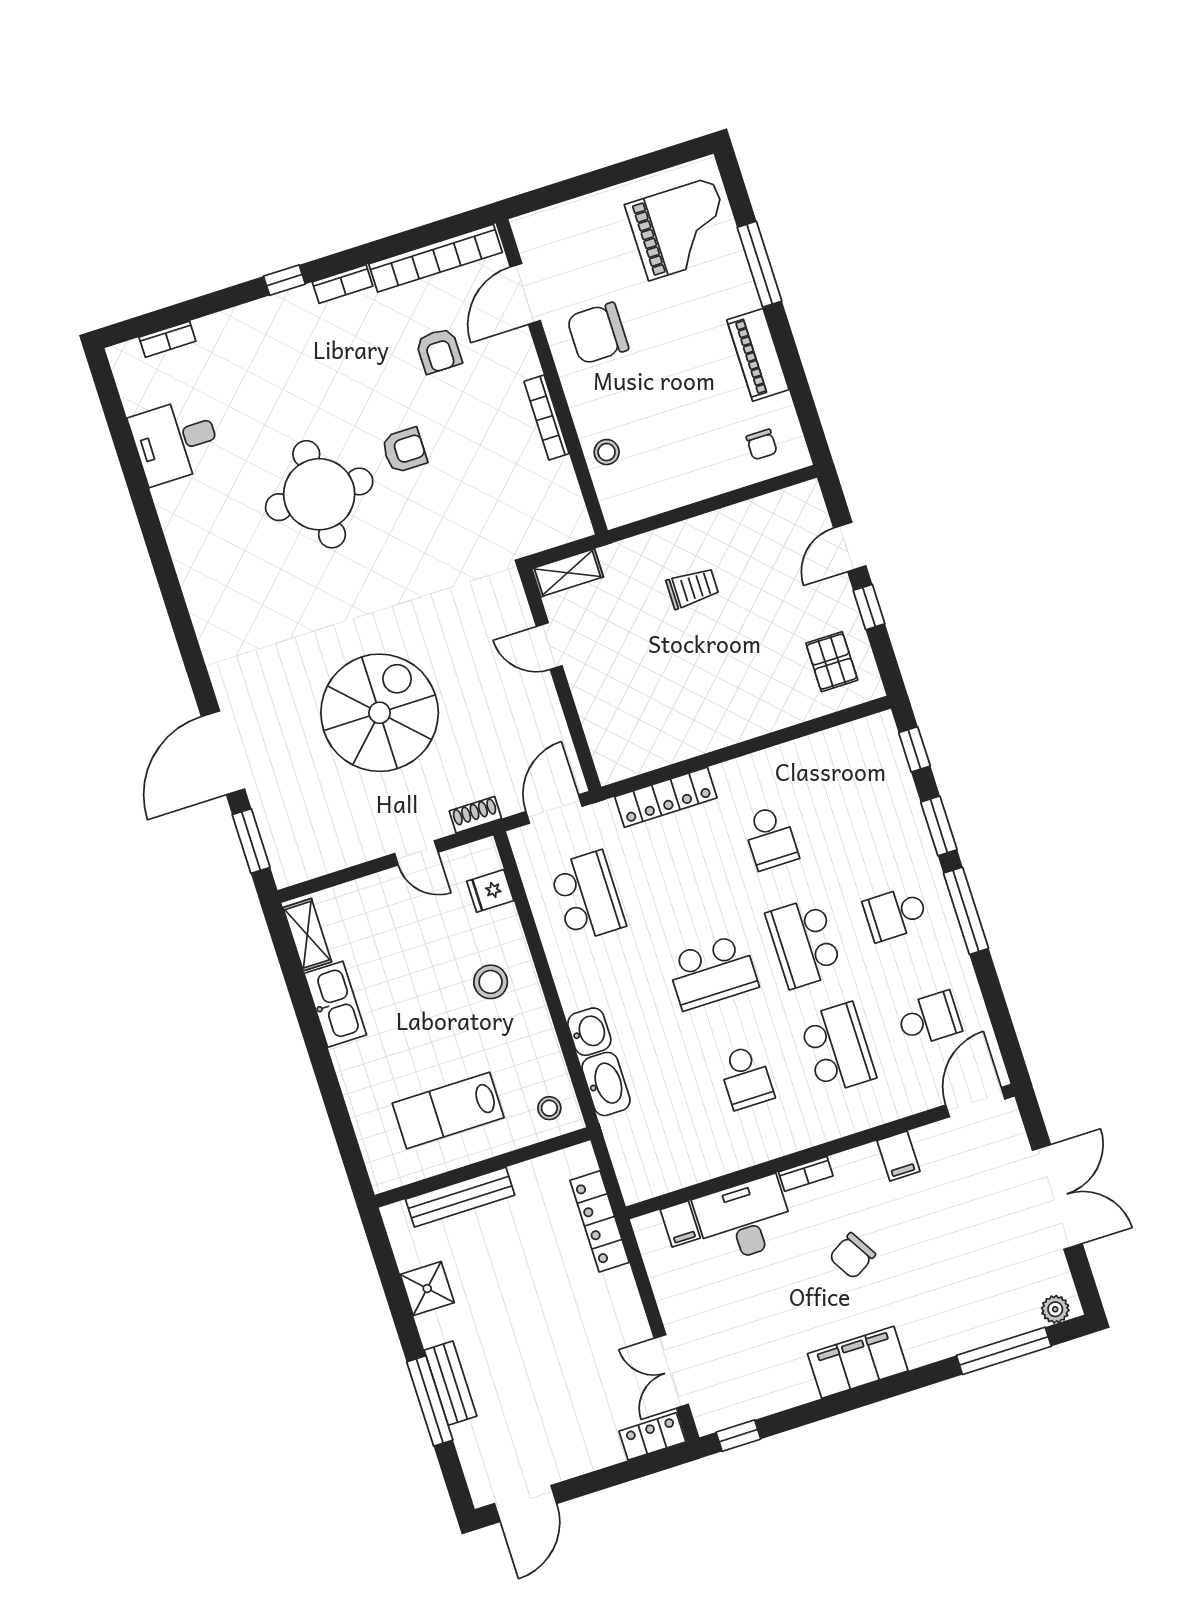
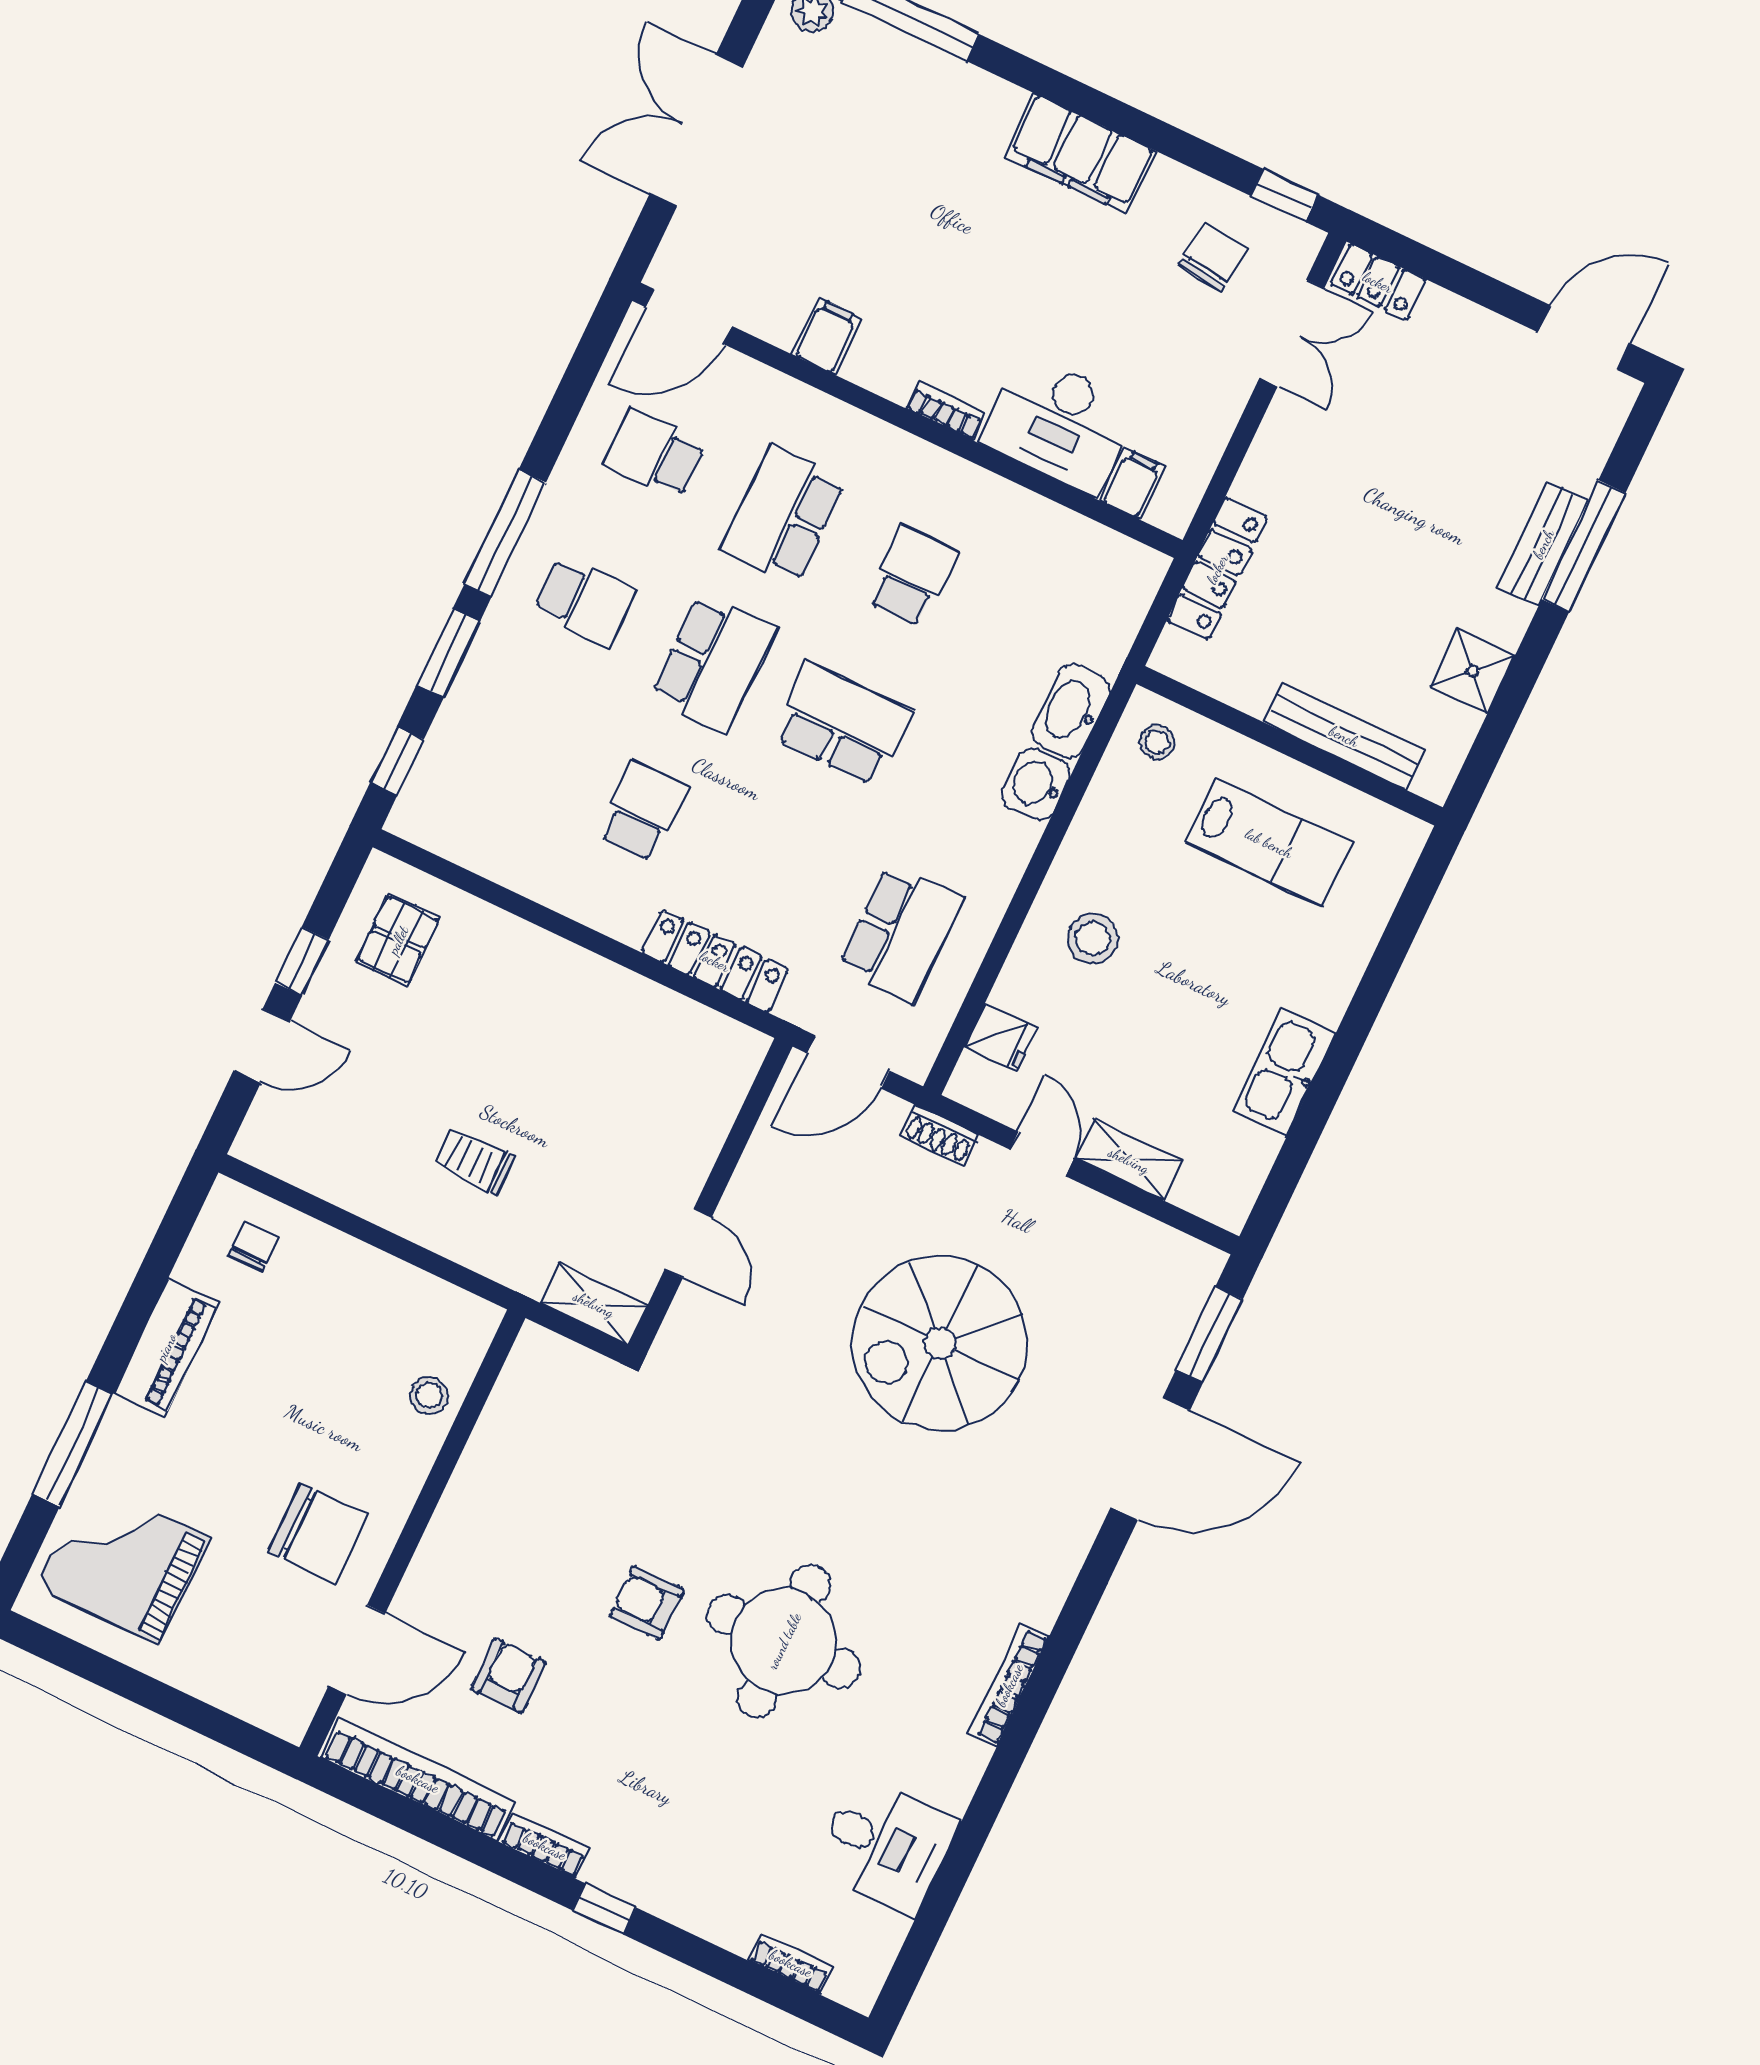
bookcase: (547, 417) -> (1009, 1685), moved, turned 180
school desk: (587, 896) -> (901, 933), turned 180
shelving: (307, 935) -> (1129, 1160), moved, turned 90
chair: (852, 1256) -> (1213, 257), moved, turned -51

